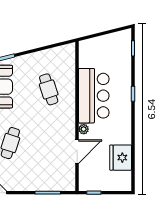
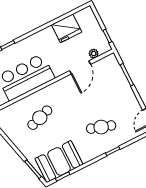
plant: (84, 129) -> (94, 54), moved
door: (77, 152) -> (80, 67), swing flipped

